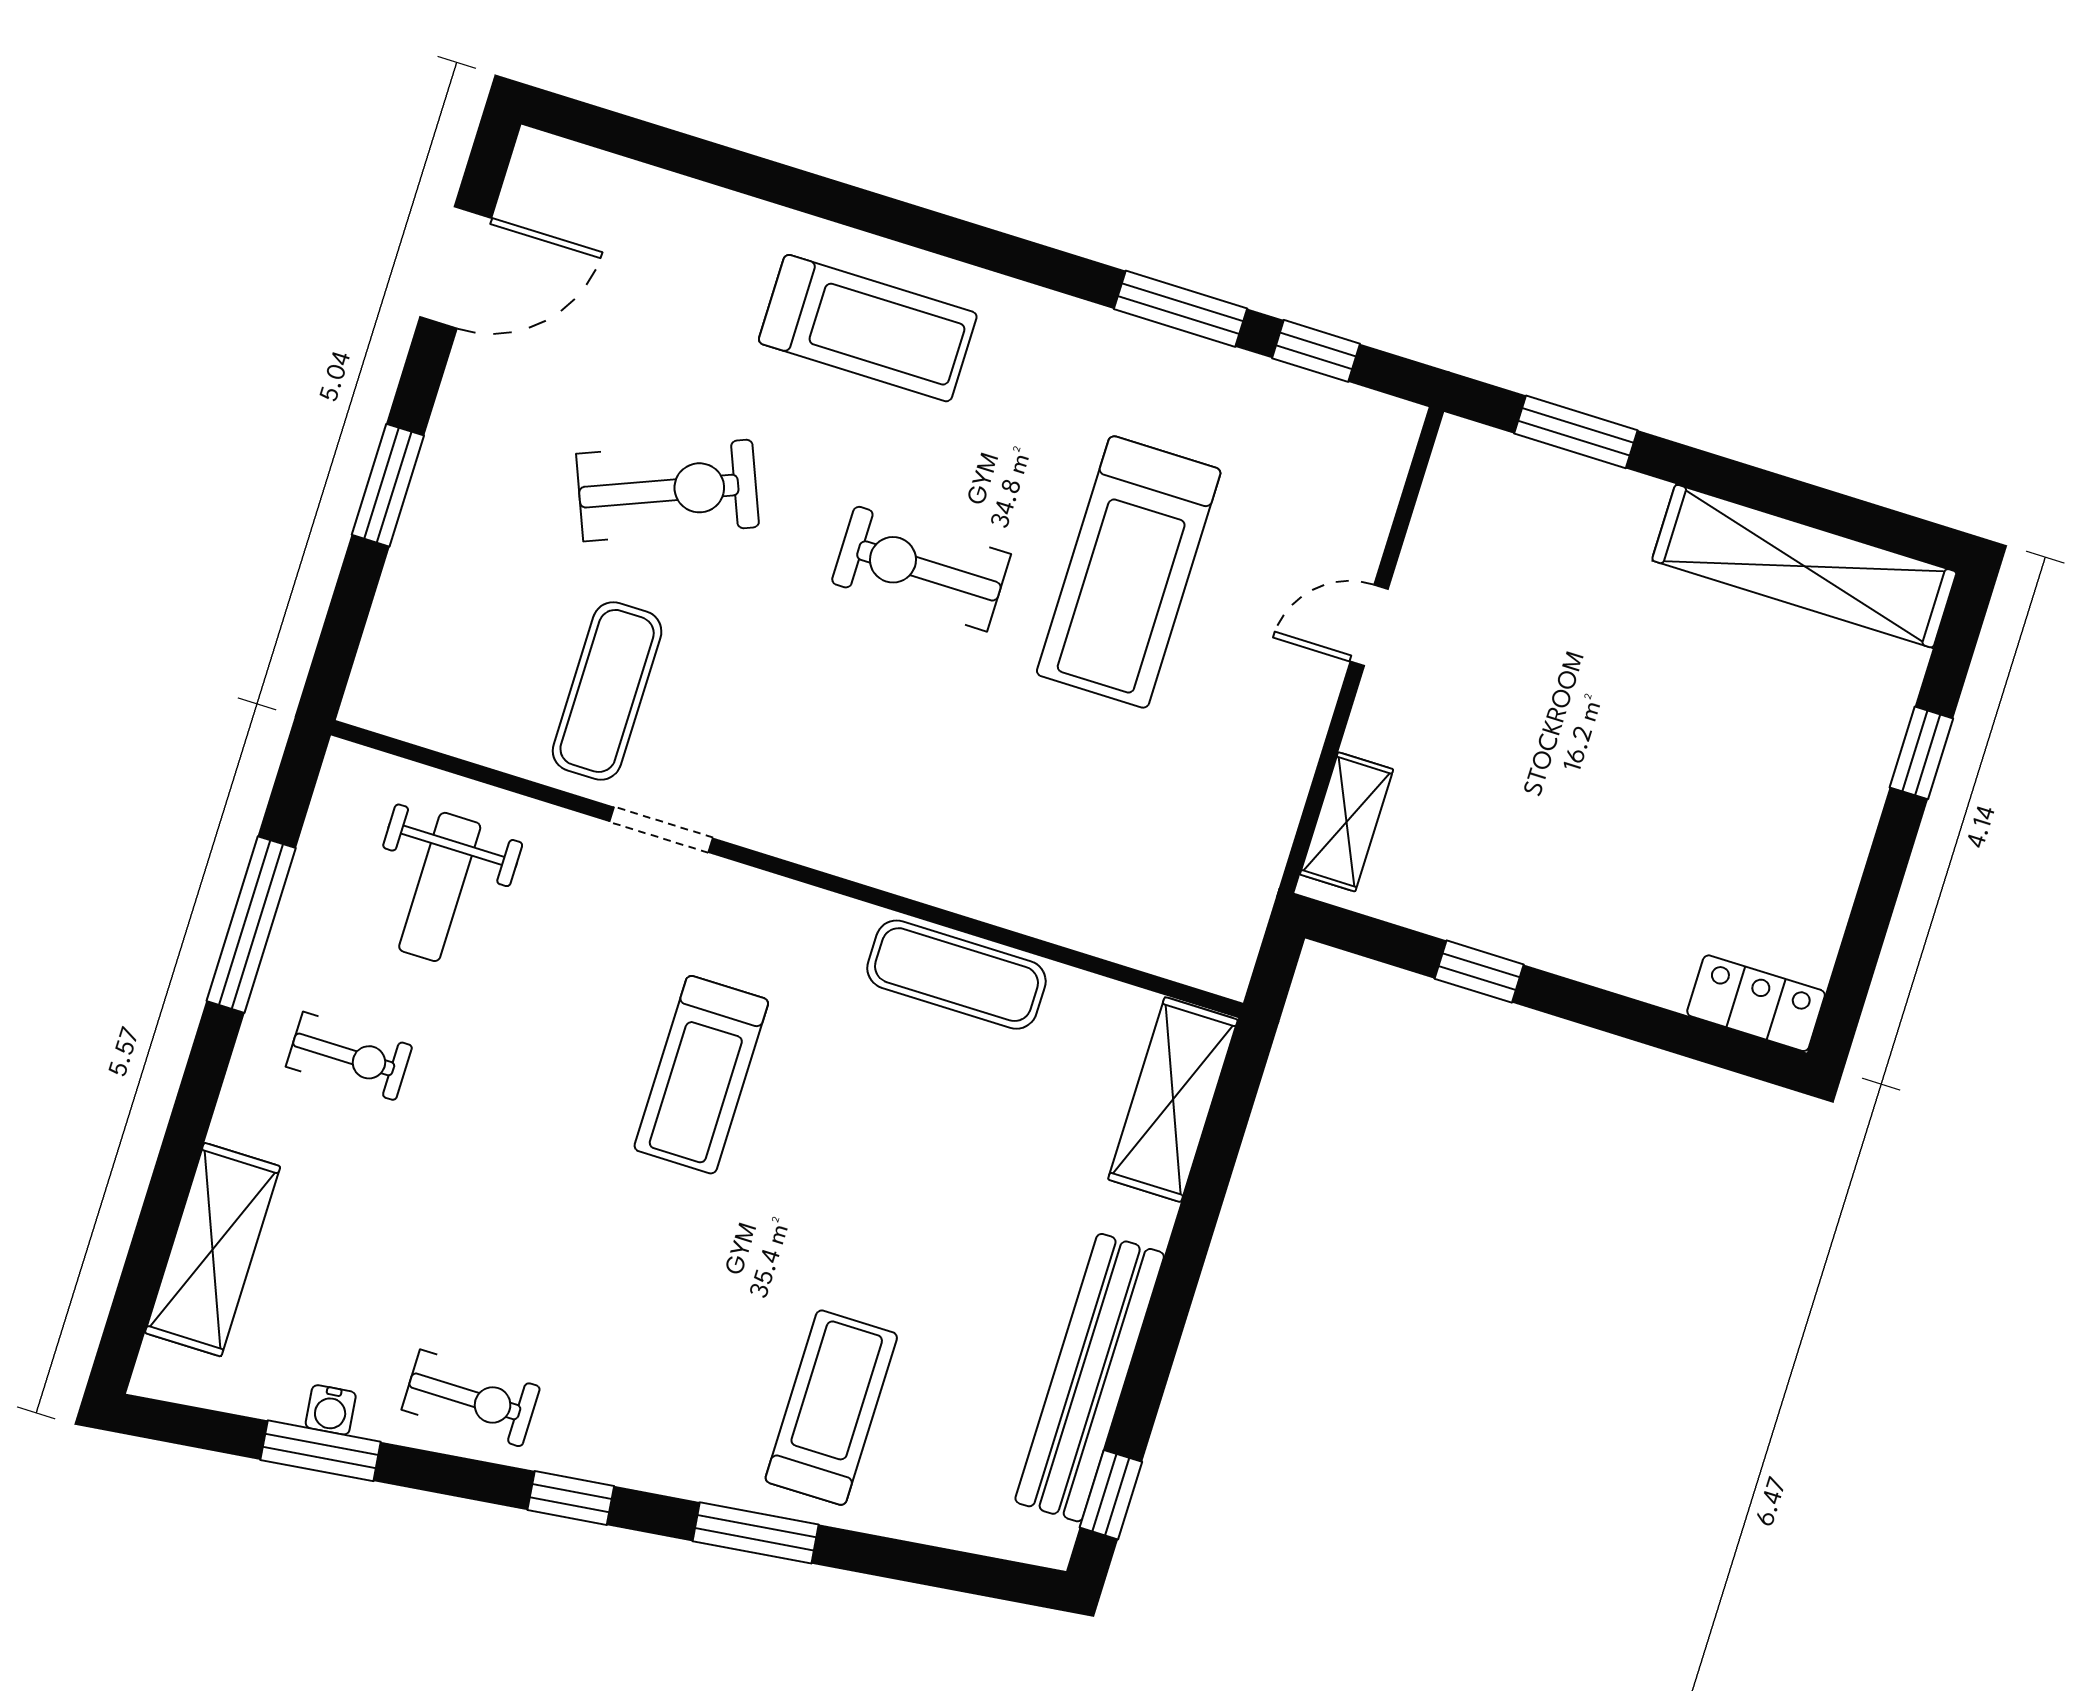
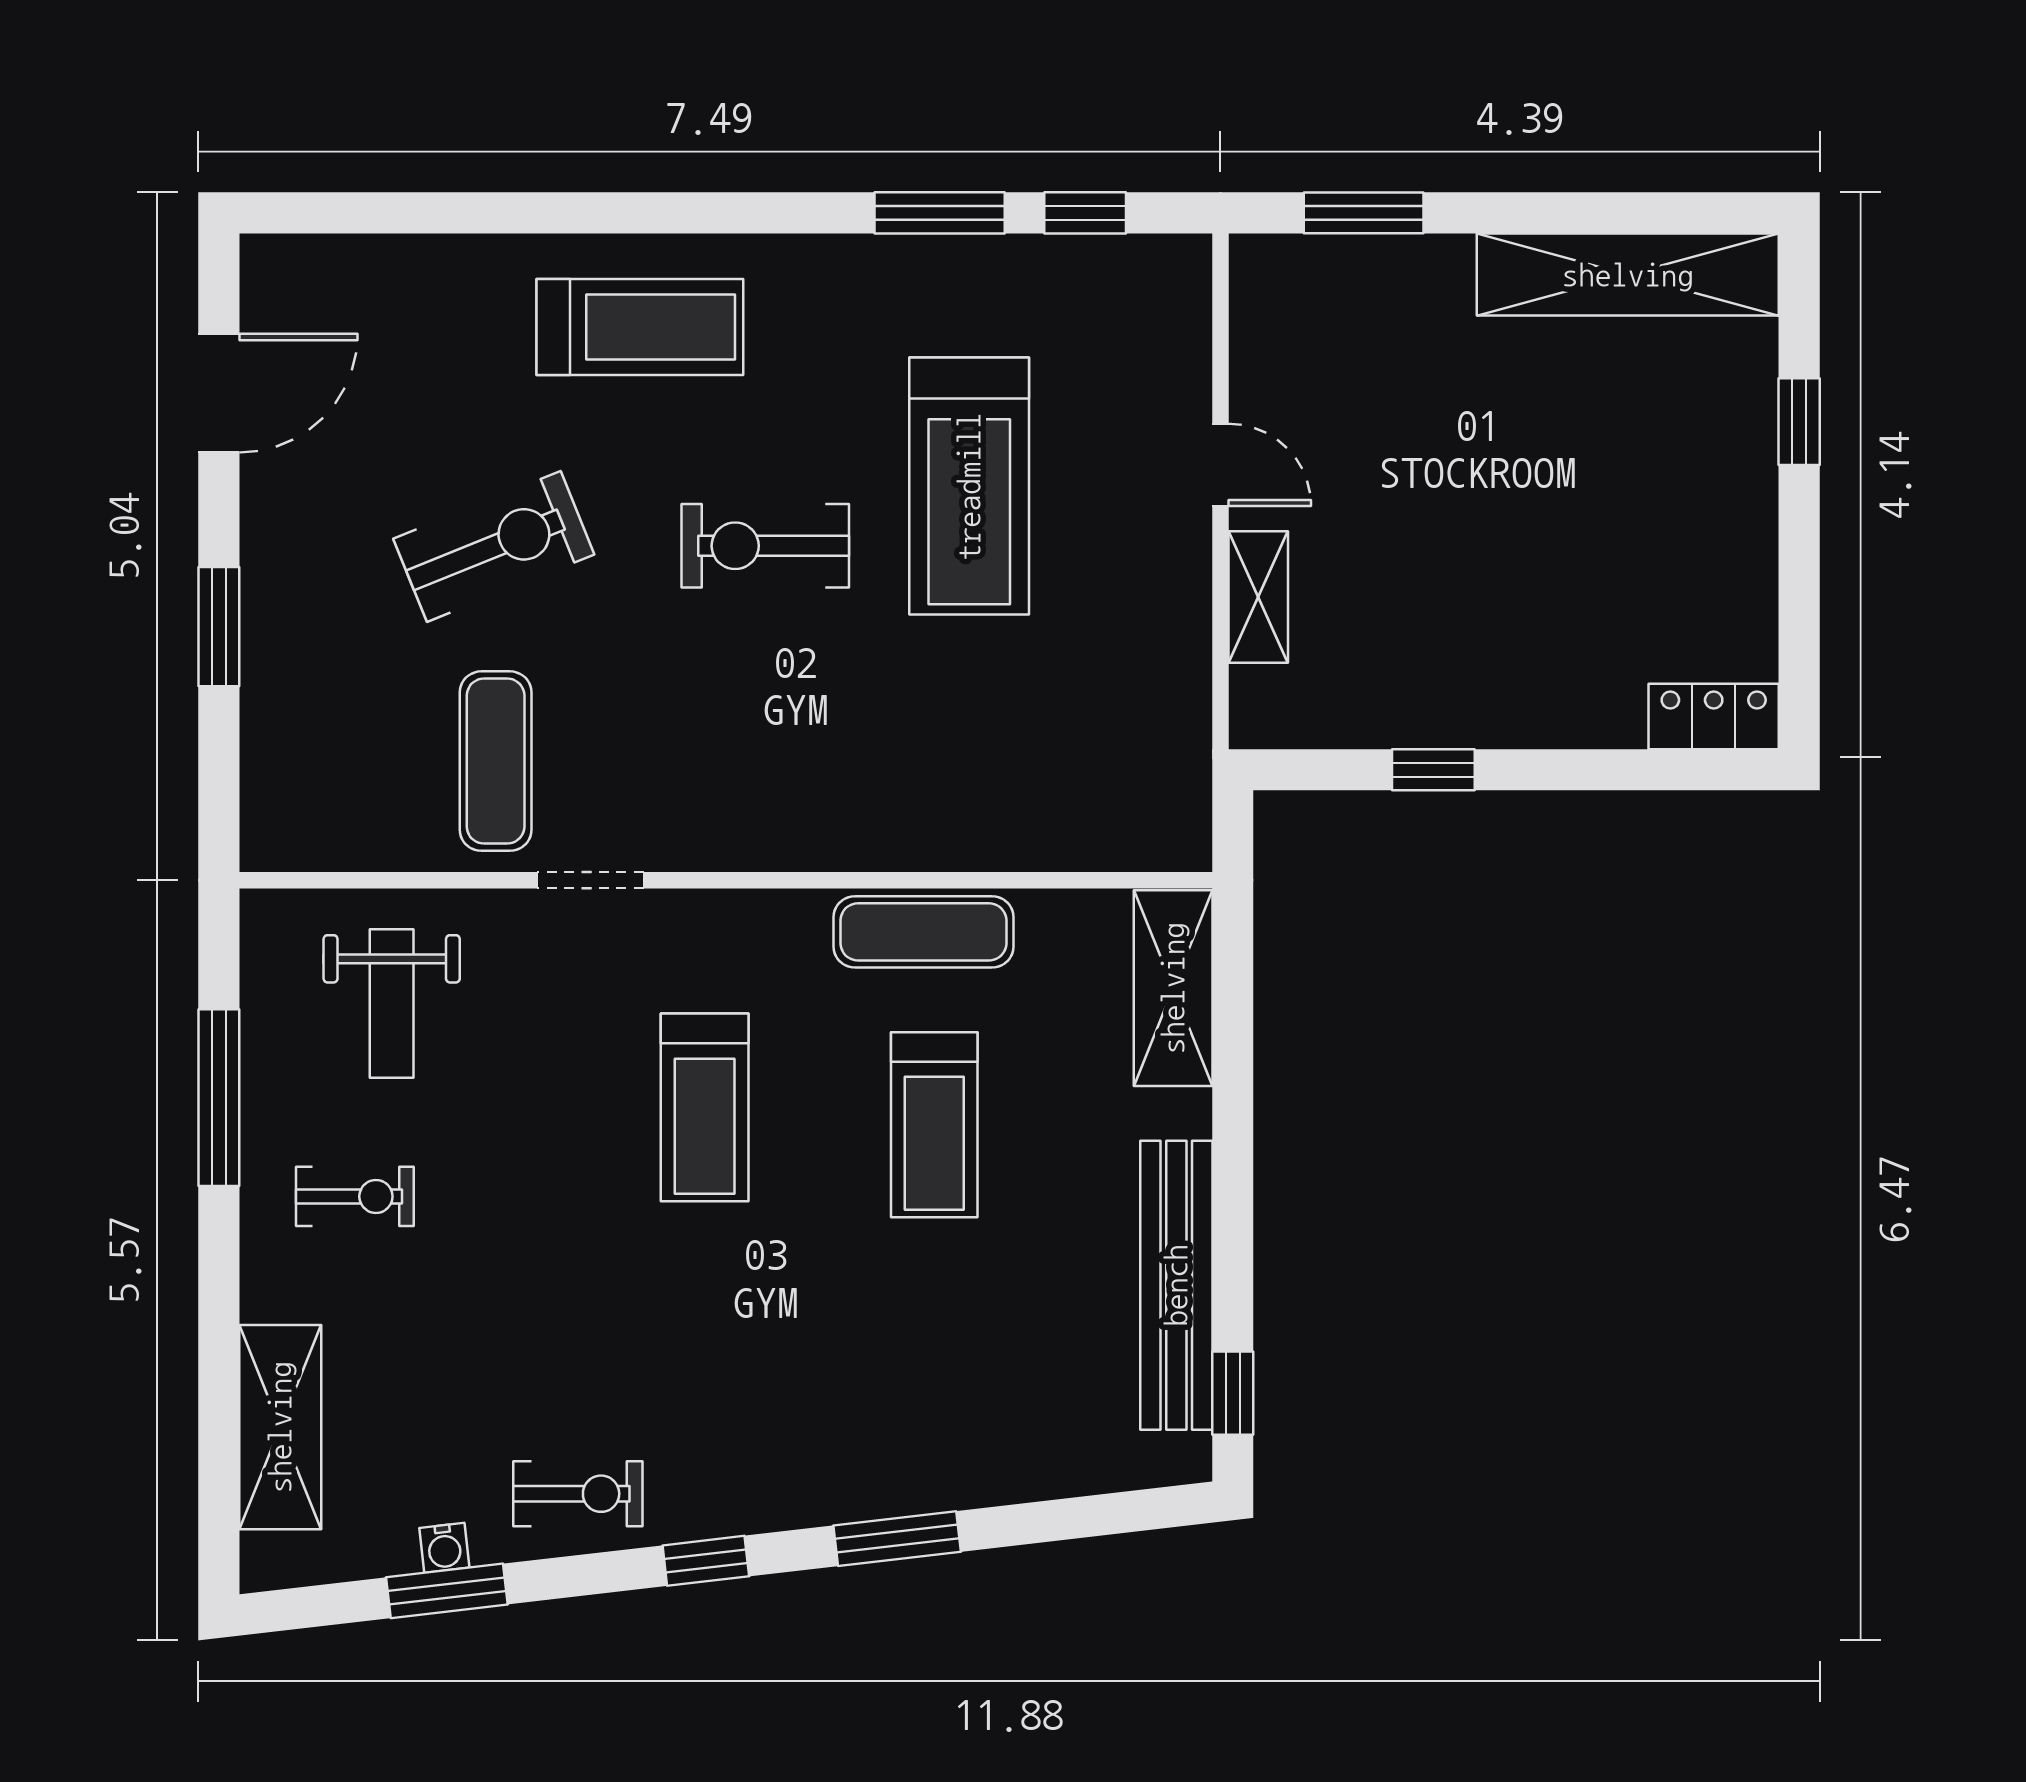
door: (1369, 625) -> (1220, 465), swing flipped
shelving: (1347, 822) -> (1258, 597), moved
treadmill: (831, 1408) -> (934, 1125), moved, turned 180

